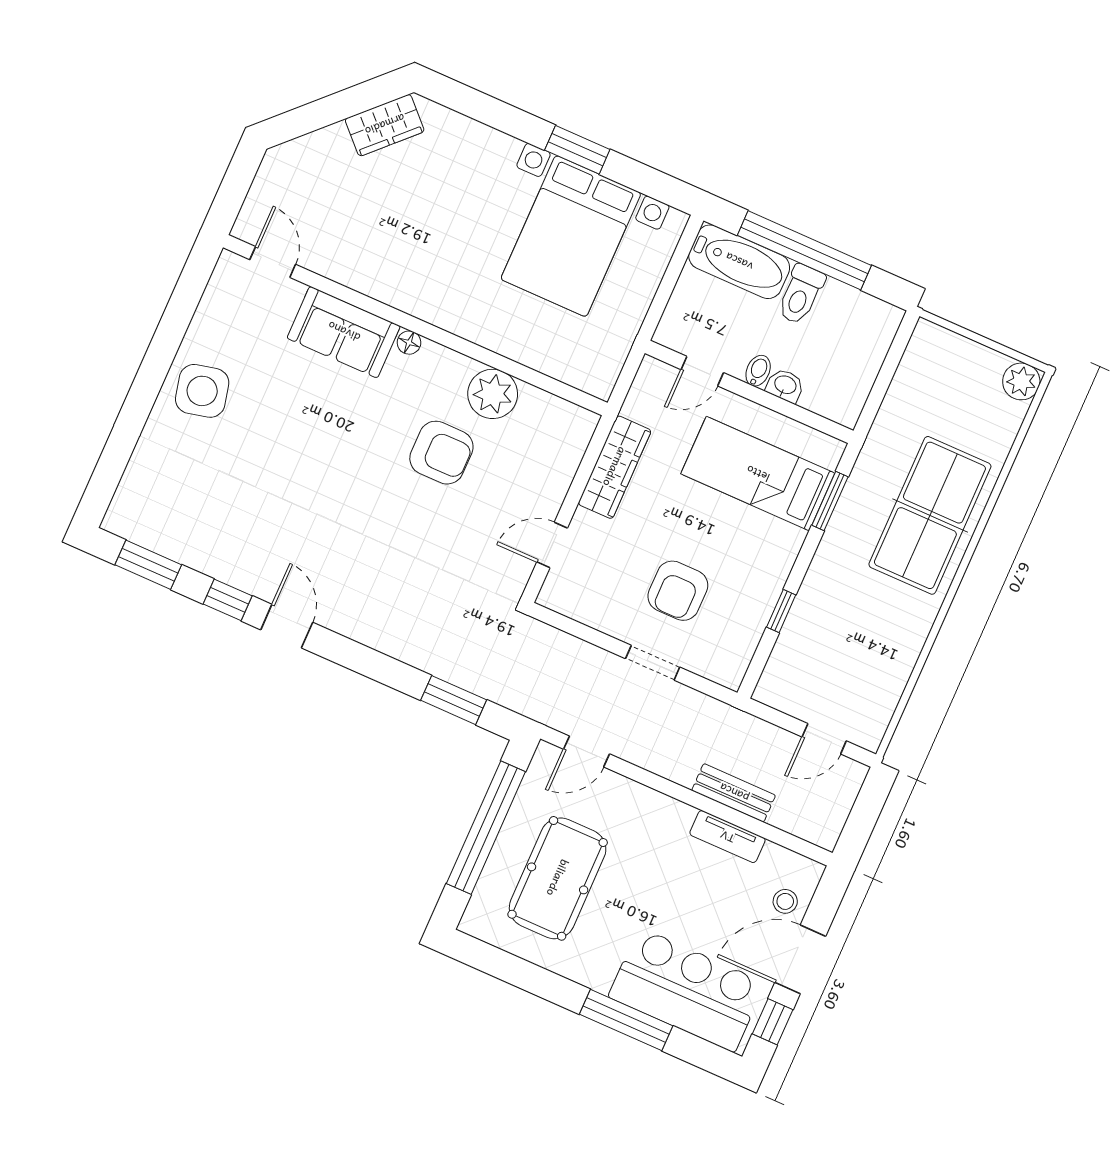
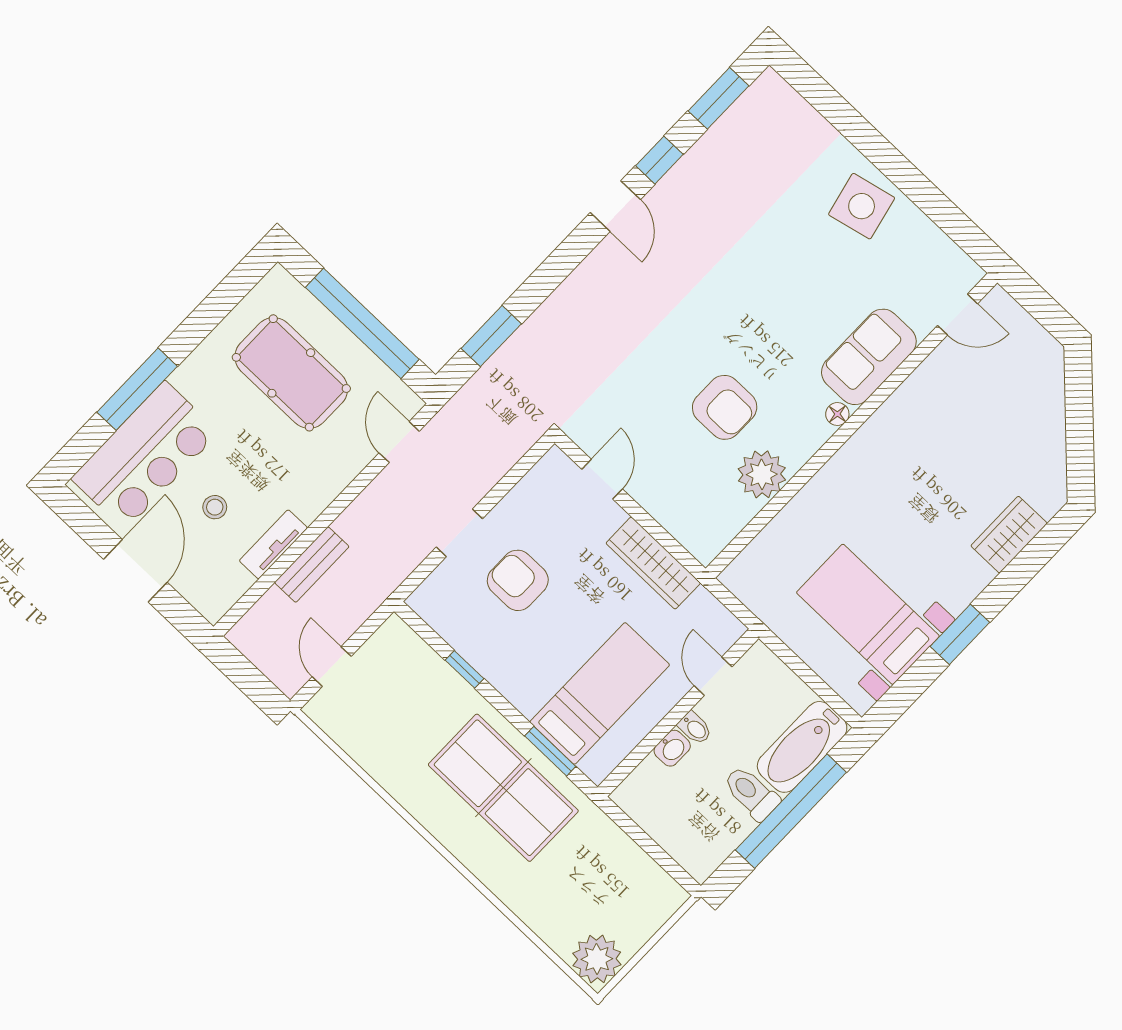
wardrobe: (385, 125) -> (1009, 535), moved, turned 45
bed with nightstands: (571, 236) -> (868, 614), width x0.73
plant: (1021, 381) -> (597, 959), width x1.36, depth x1.36
armchair: (441, 453) -> (725, 407), turned -90
table tennis table: (930, 515) -> (503, 788), moved
door: (287, 626) -> (615, 206), hinge flipped
stool: (785, 901) -> (215, 507), moved
window: (773, 1022) -> (87, 524), removed

